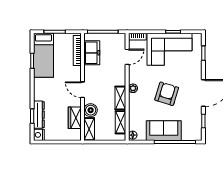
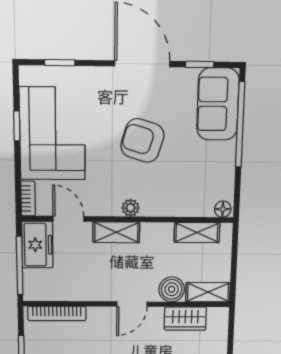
freezer: (92, 53) -> (37, 245), moved, turned 90
shelving: (120, 98) -> (116, 232), moved
sofa: (164, 131) -> (218, 104), moved

